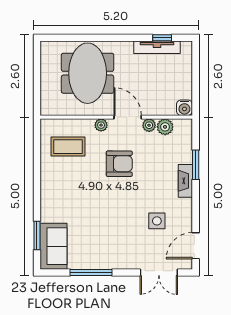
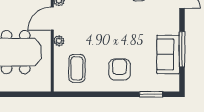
armchair: (119, 164) -> (120, 69), moved
sofa: (54, 246) -> (168, 54), moved, turned -90

